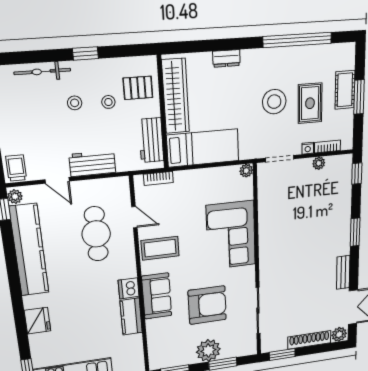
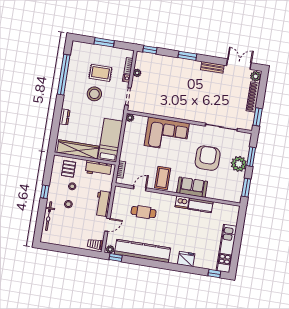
cot: (345, 90) -> (98, 50), removed
cafe table: (96, 234) -> (144, 212), width x0.73, depth x0.74

